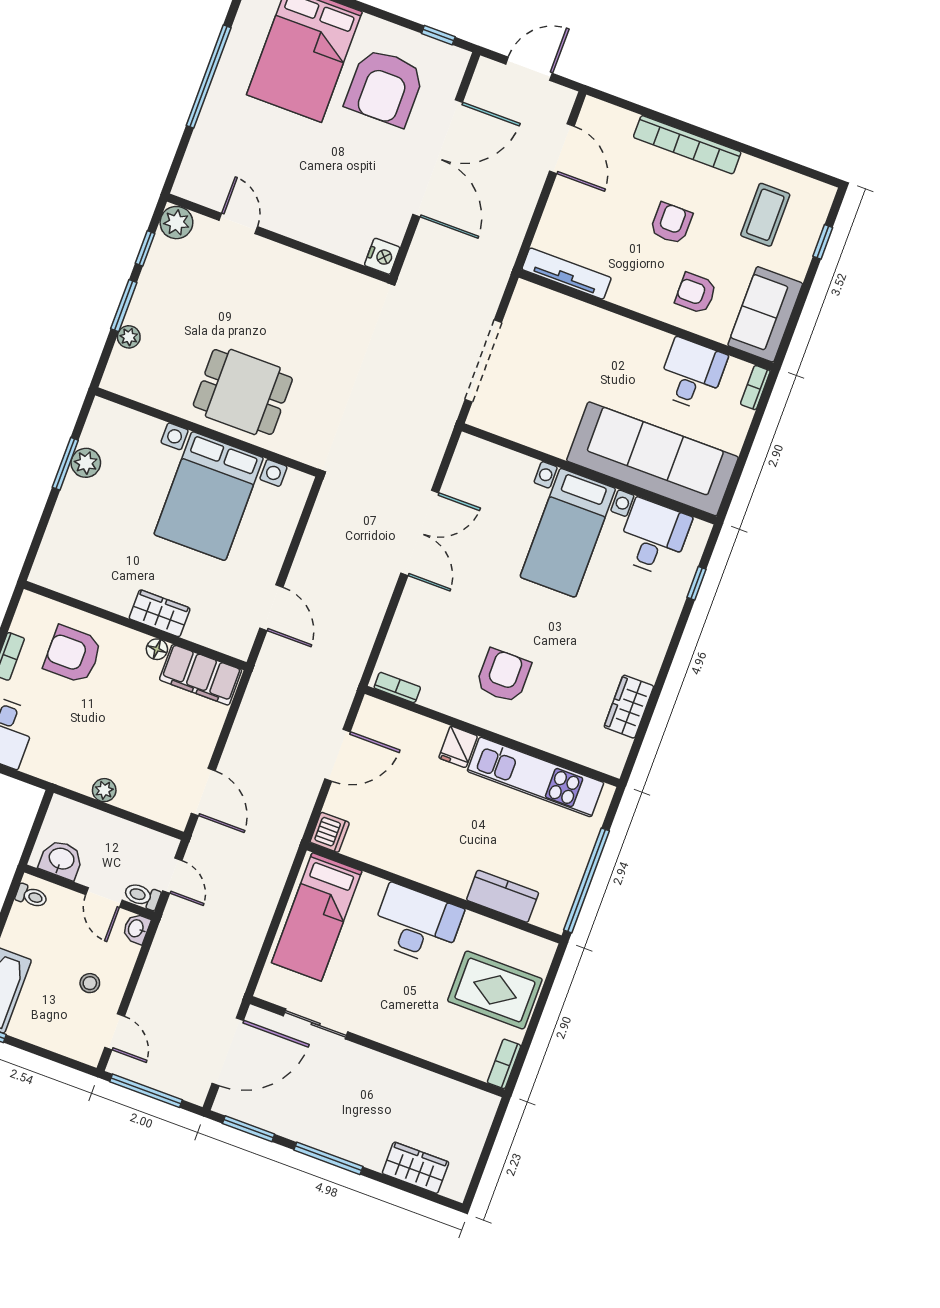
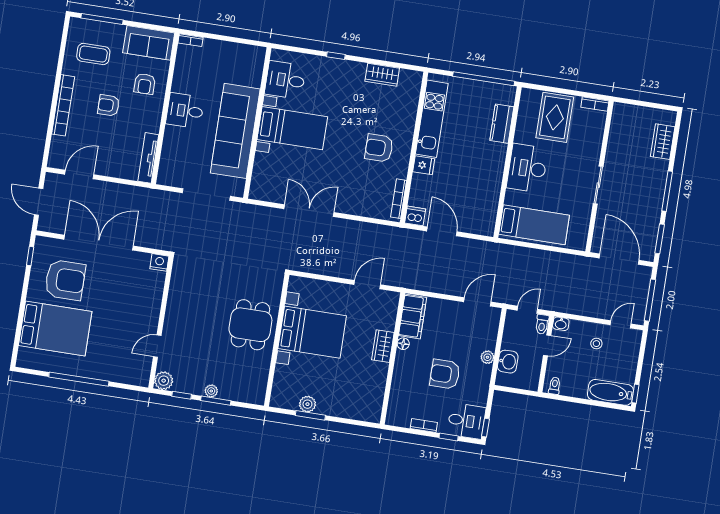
window: (823, 242) -> (102, 19), width x2.17
plant: (129, 337) -> (211, 391), moved
desk: (692, 374) -> (185, 111), moved
sofa: (652, 459) -> (235, 131), moved
window: (696, 583) -> (336, 56), moved
armchair: (73, 654) -> (445, 374), moved, turned 90
bookcase: (397, 688) -> (399, 199), width x1.56
dishwasher: (330, 832) -> (415, 216), moved
washbasin: (61, 860) -> (508, 362), moved, turned 180
sliding door: (316, 1024) -> (598, 185), moved

